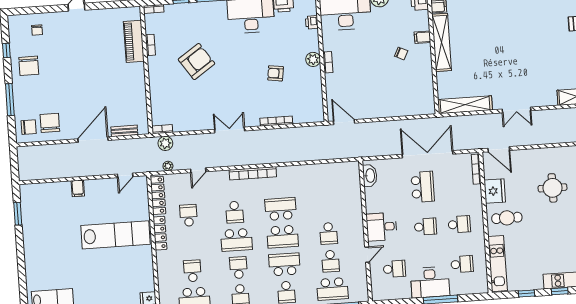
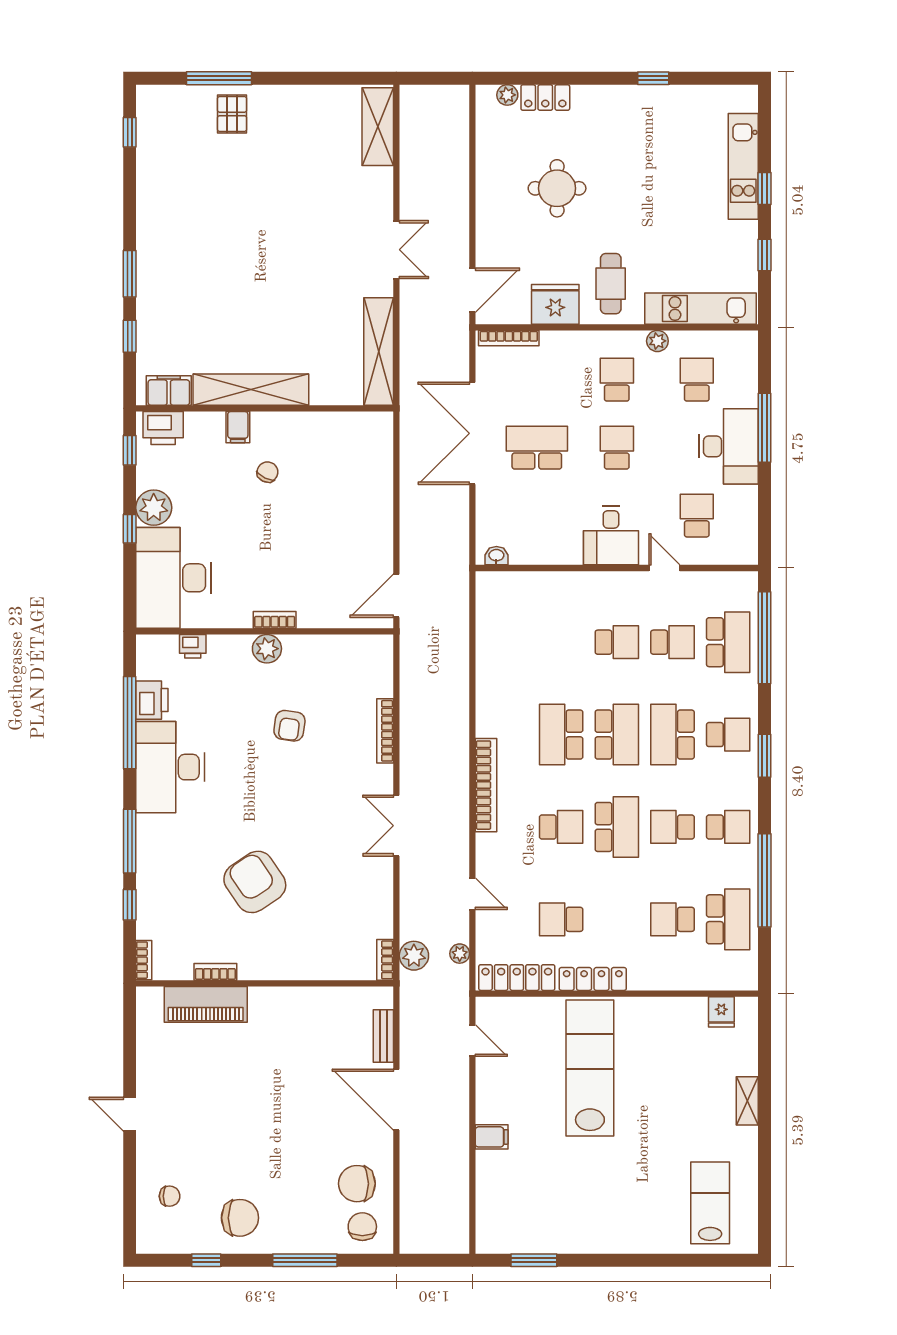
washbasin: (370, 176) -> (496, 556), width x0.52, depth x0.69
plant: (480, 243) -> (657, 341), added

